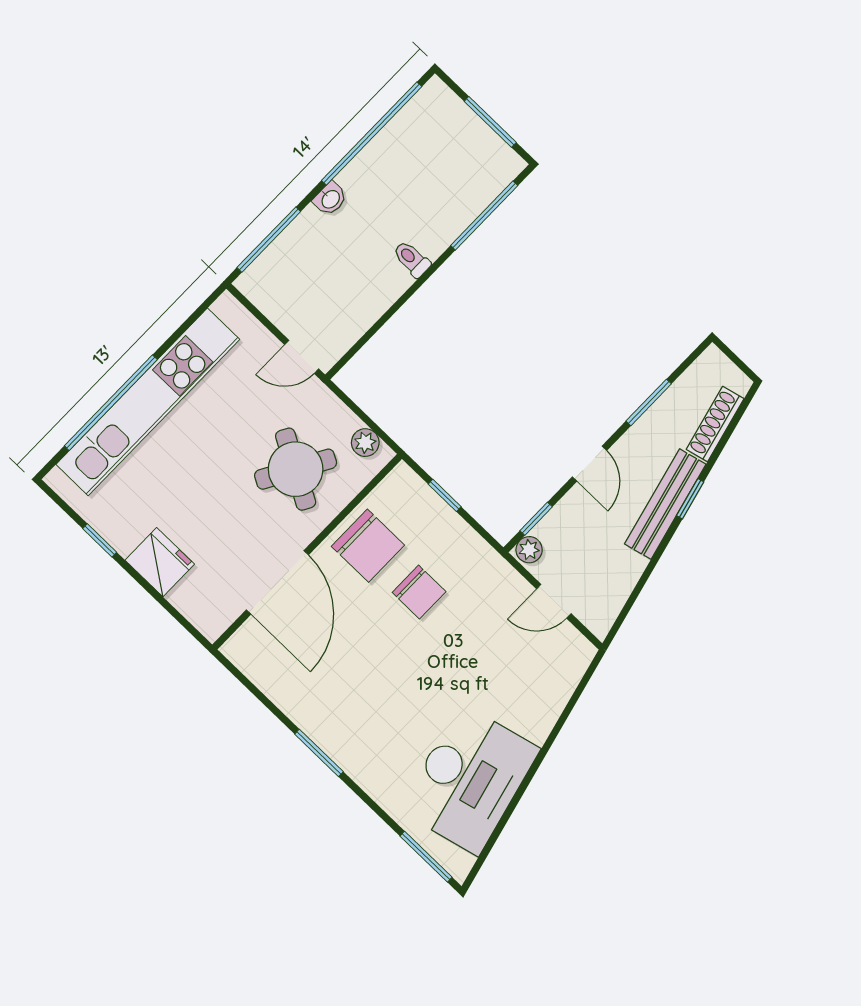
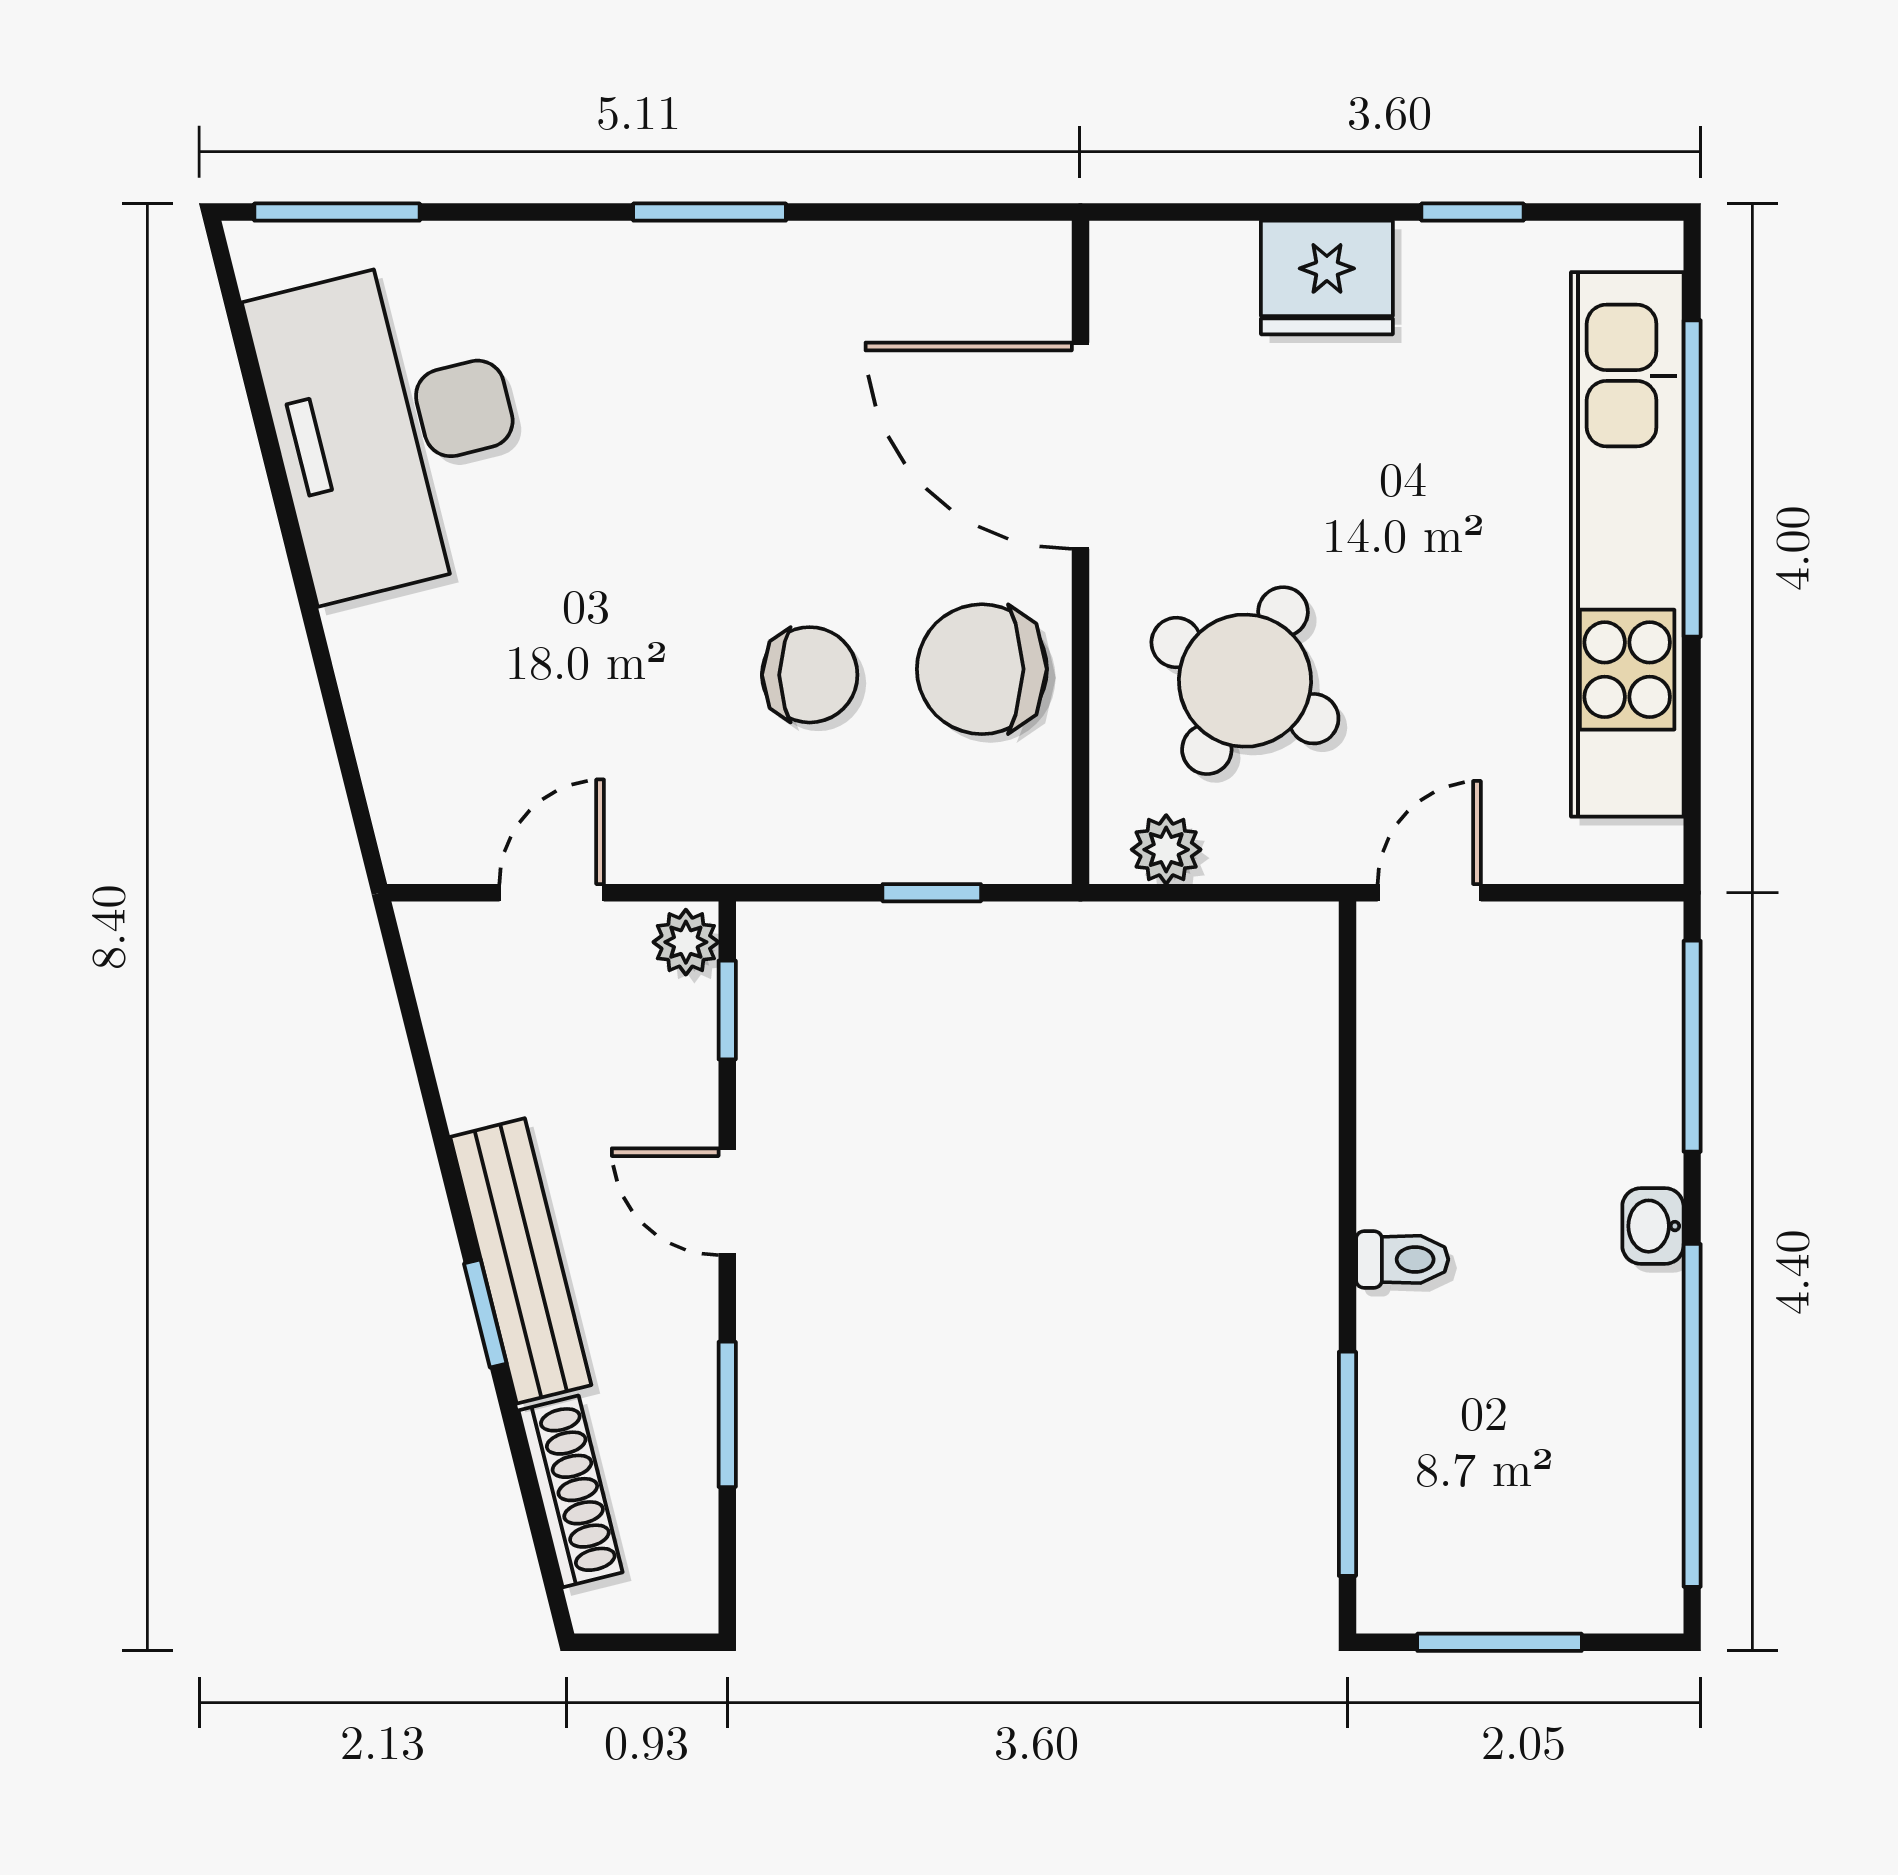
chair: (419, 592) -> (810, 675), turned 180

